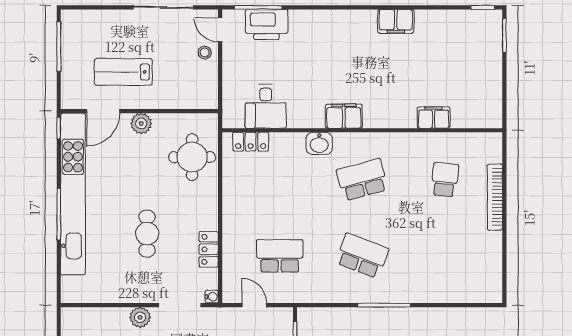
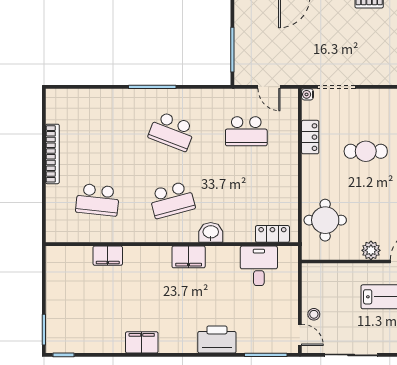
printer: (267, 24) -> (217, 340), moved
school desk: (445, 180) -> (98, 200), width x1.85
bookcase: (495, 197) -> (52, 154), moved
cafe table: (147, 234) -> (366, 151), turned 90
plant: (140, 317) -> (372, 76), removed

